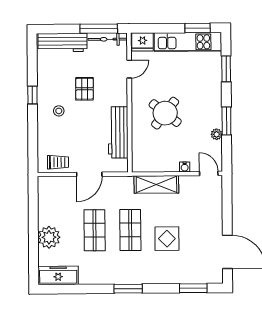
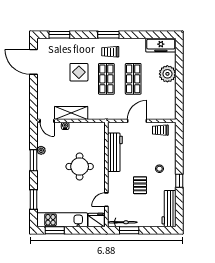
window: (99, 29) -> (129, 230), width x0.69
workbench: (63, 43) -> (169, 209), moved, turned -90
round table: (165, 113) -> (80, 167), turned -38
shelving: (156, 184) -> (71, 113), moved
trolley: (125, 266) -> (110, 52), added

